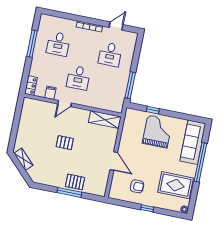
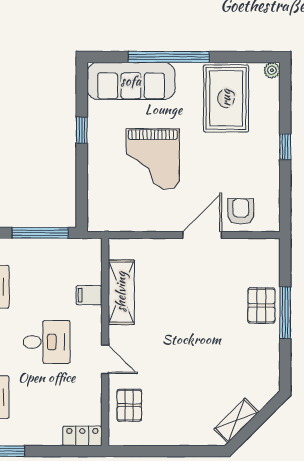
filing cabinet: (50, 93) -> (89, 295), moved
window: (153, 110) -> (82, 130), moved
shelving: (105, 120) -> (121, 292), moved
grand piano: (157, 131) -> (153, 159), moved, turned -90
pallet: (65, 143) -> (129, 405), moved
armchair: (137, 186) -> (241, 211), moved

